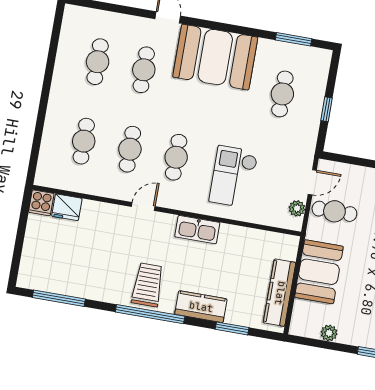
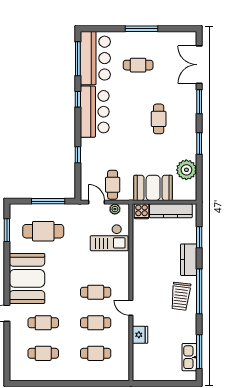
cafe table: (282, 94) -> (43, 231), width x1.37, depth x1.35
window: (327, 109) -> (48, 201), width x2.17
checkout: (233, 177) -> (109, 238), moved
cooker: (41, 203) -> (141, 211), moved, turned 90
fridge: (67, 207) -> (140, 335), moved
kitchen sink: (197, 230) -> (189, 357), moved, turned 180
trolley: (148, 285) -> (181, 296), turned -83
plant: (329, 333) -> (186, 170), width x1.87, depth x1.87

